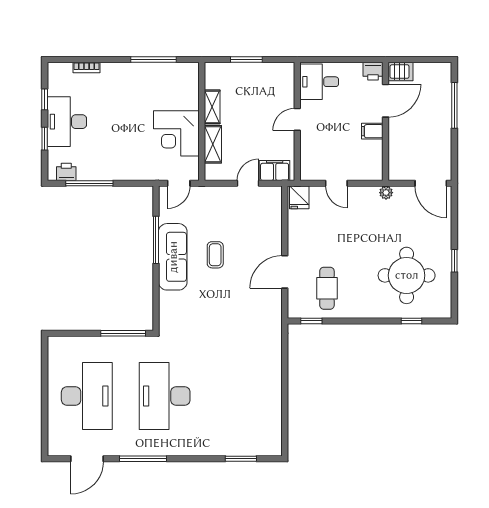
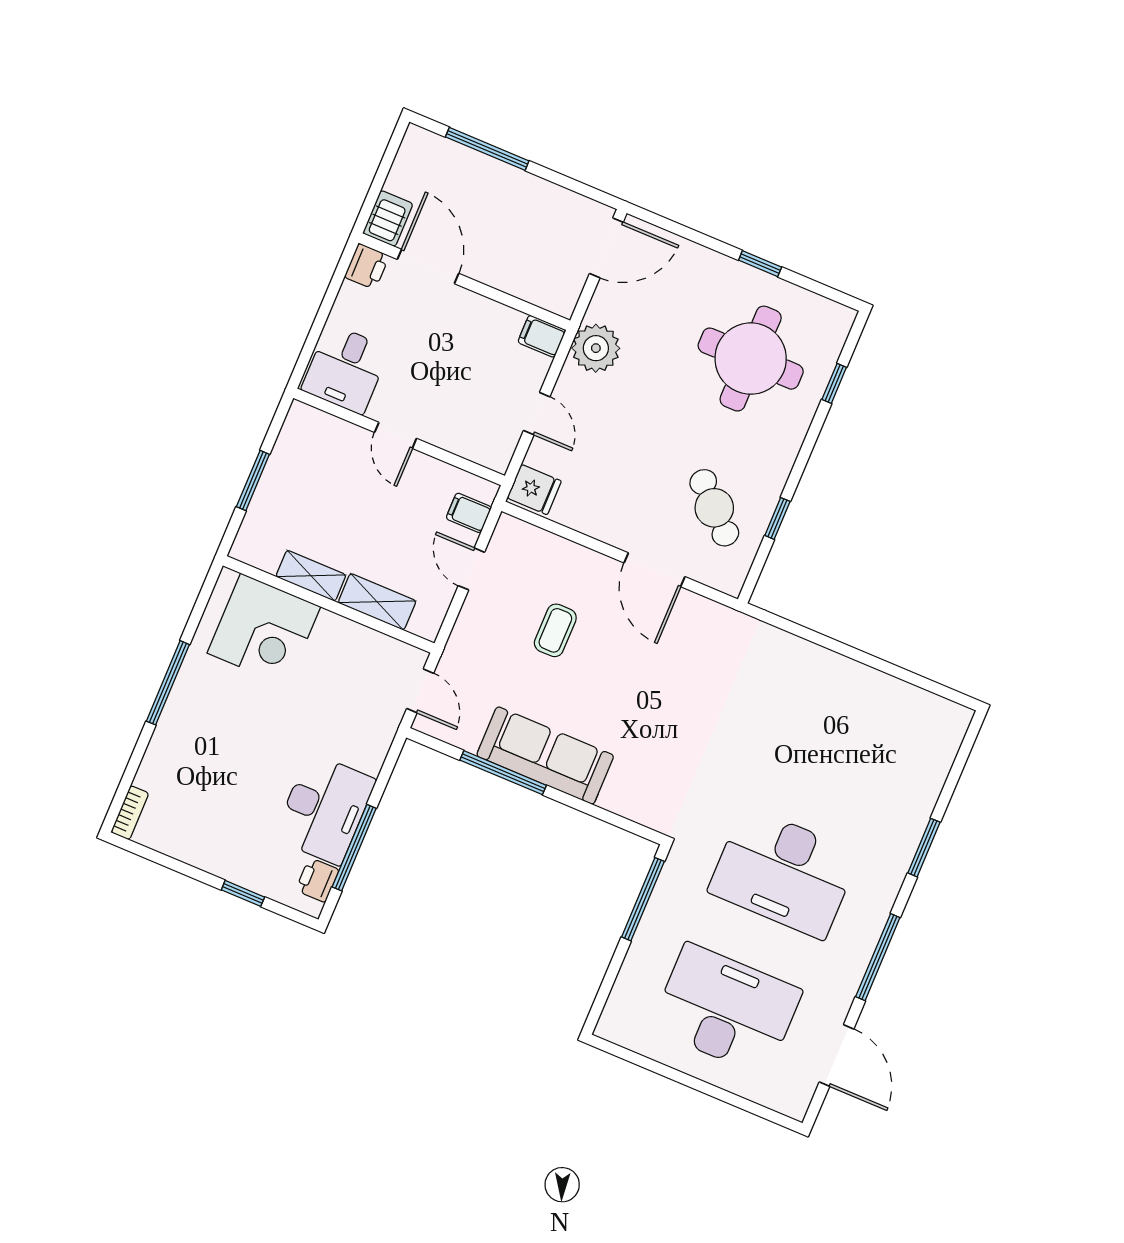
window: (154, 60) -> (168, 683), moved
bookcase: (87, 68) -> (130, 813), moved
window: (45, 99) -> (174, 864), removed
desk: (67, 122) -> (325, 809), moved, turned -90
filing cabinet: (372, 131) -> (542, 336), moved, turned 90
corner desk: (176, 133) -> (264, 630), moved
filing cabinet: (275, 170) -> (469, 513), width x0.50
door: (336, 183) -> (537, 414), hinge flipped
plant: (386, 193) -> (596, 348), width x1.87, depth x1.87
coffee table: (215, 255) -> (555, 630), moved, turned 90
cafe table: (327, 288) -> (714, 508), turned 44
window: (311, 321) -> (777, 518), moved
window: (241, 459) -> (924, 848), moved

